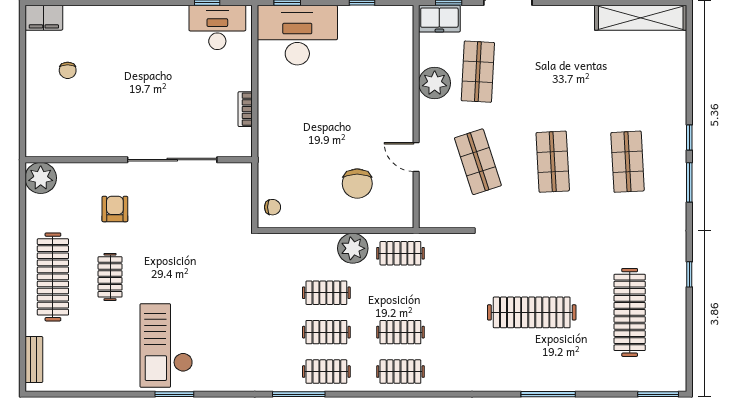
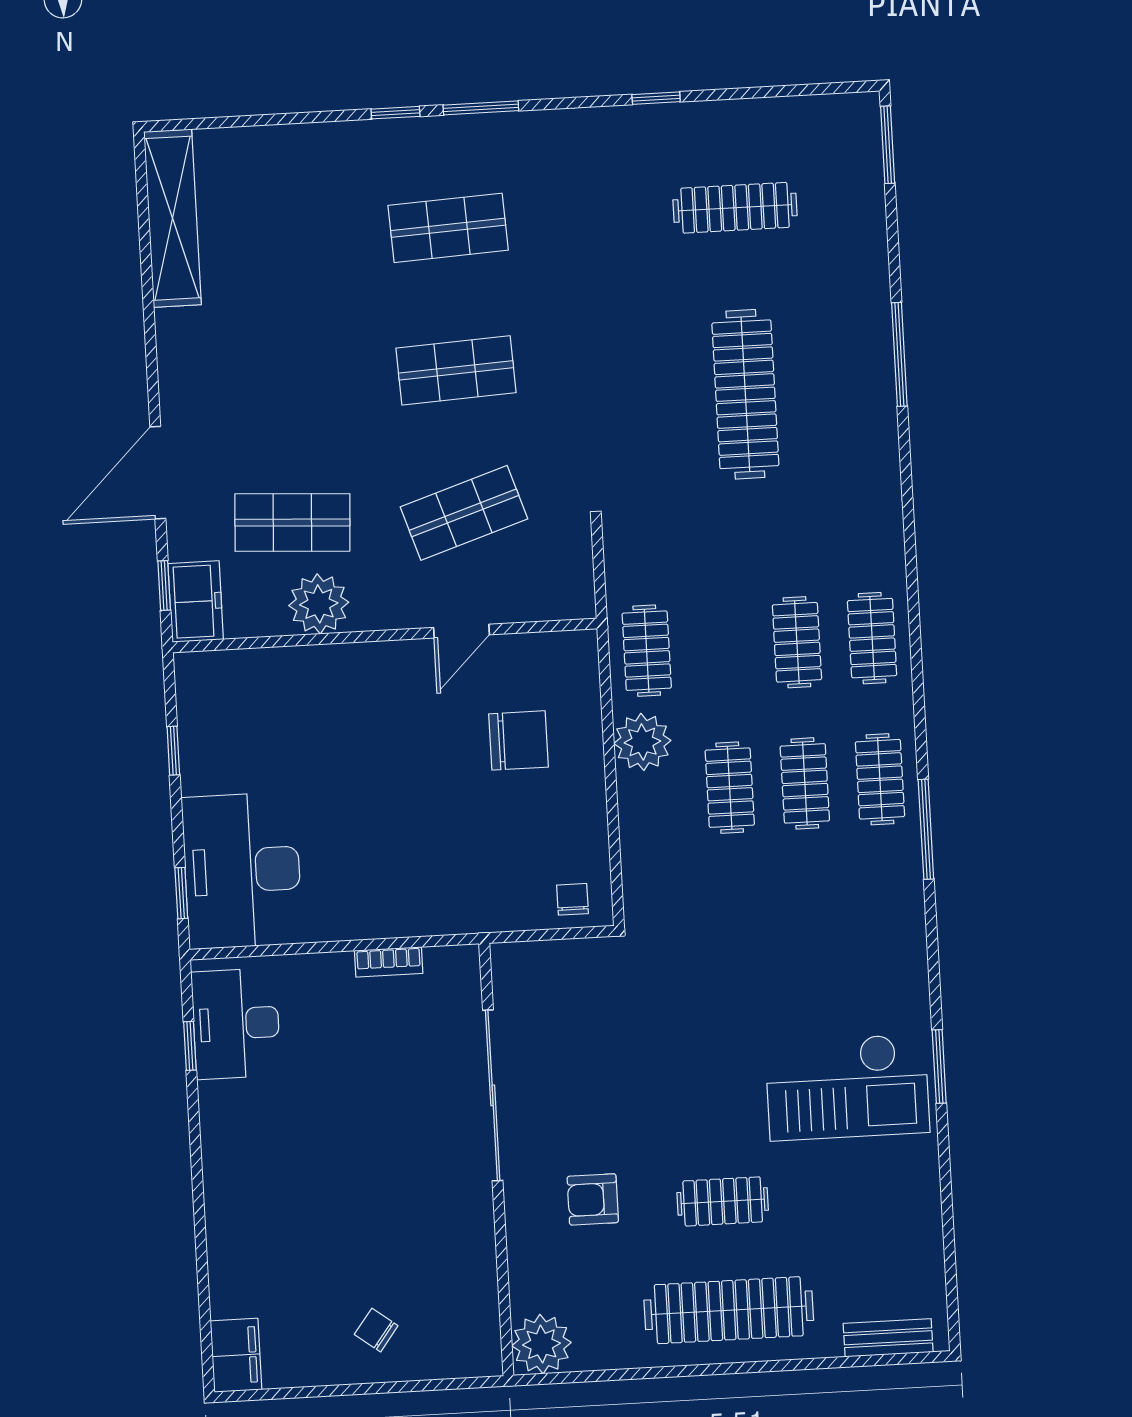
chair: (68, 70) -> (376, 1330), moved, turned -143
clothes rail: (630, 312) -> (735, 208), width x0.73, depth x0.76

